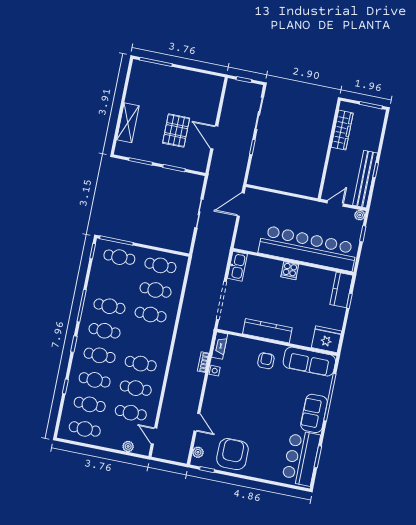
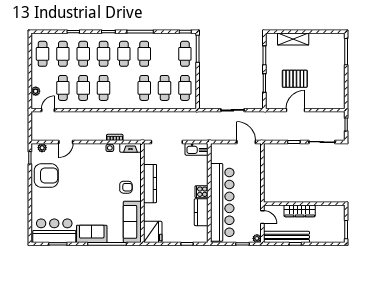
wardrobe: (342, 130) -> (300, 211), moved
kitchen counter: (341, 290) -> (201, 212), moved, turned -90

